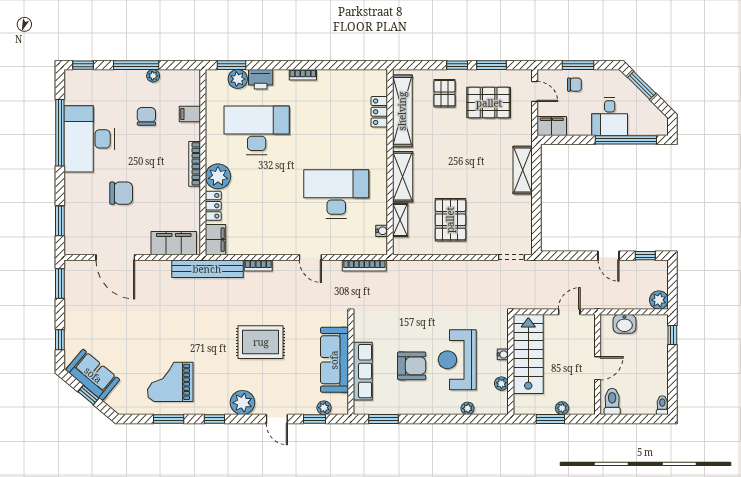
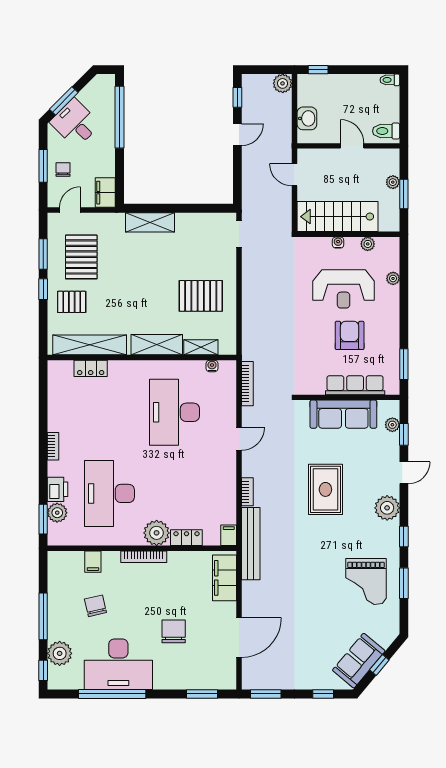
plant: (153, 76) -> (60, 653), moved, width x1.87, depth x1.87
chair: (146, 116) -> (95, 606), turned 77
desk: (610, 117) -> (75, 123), moved, turned -135
filing cabinet: (216, 240) -> (229, 535), width x0.50

